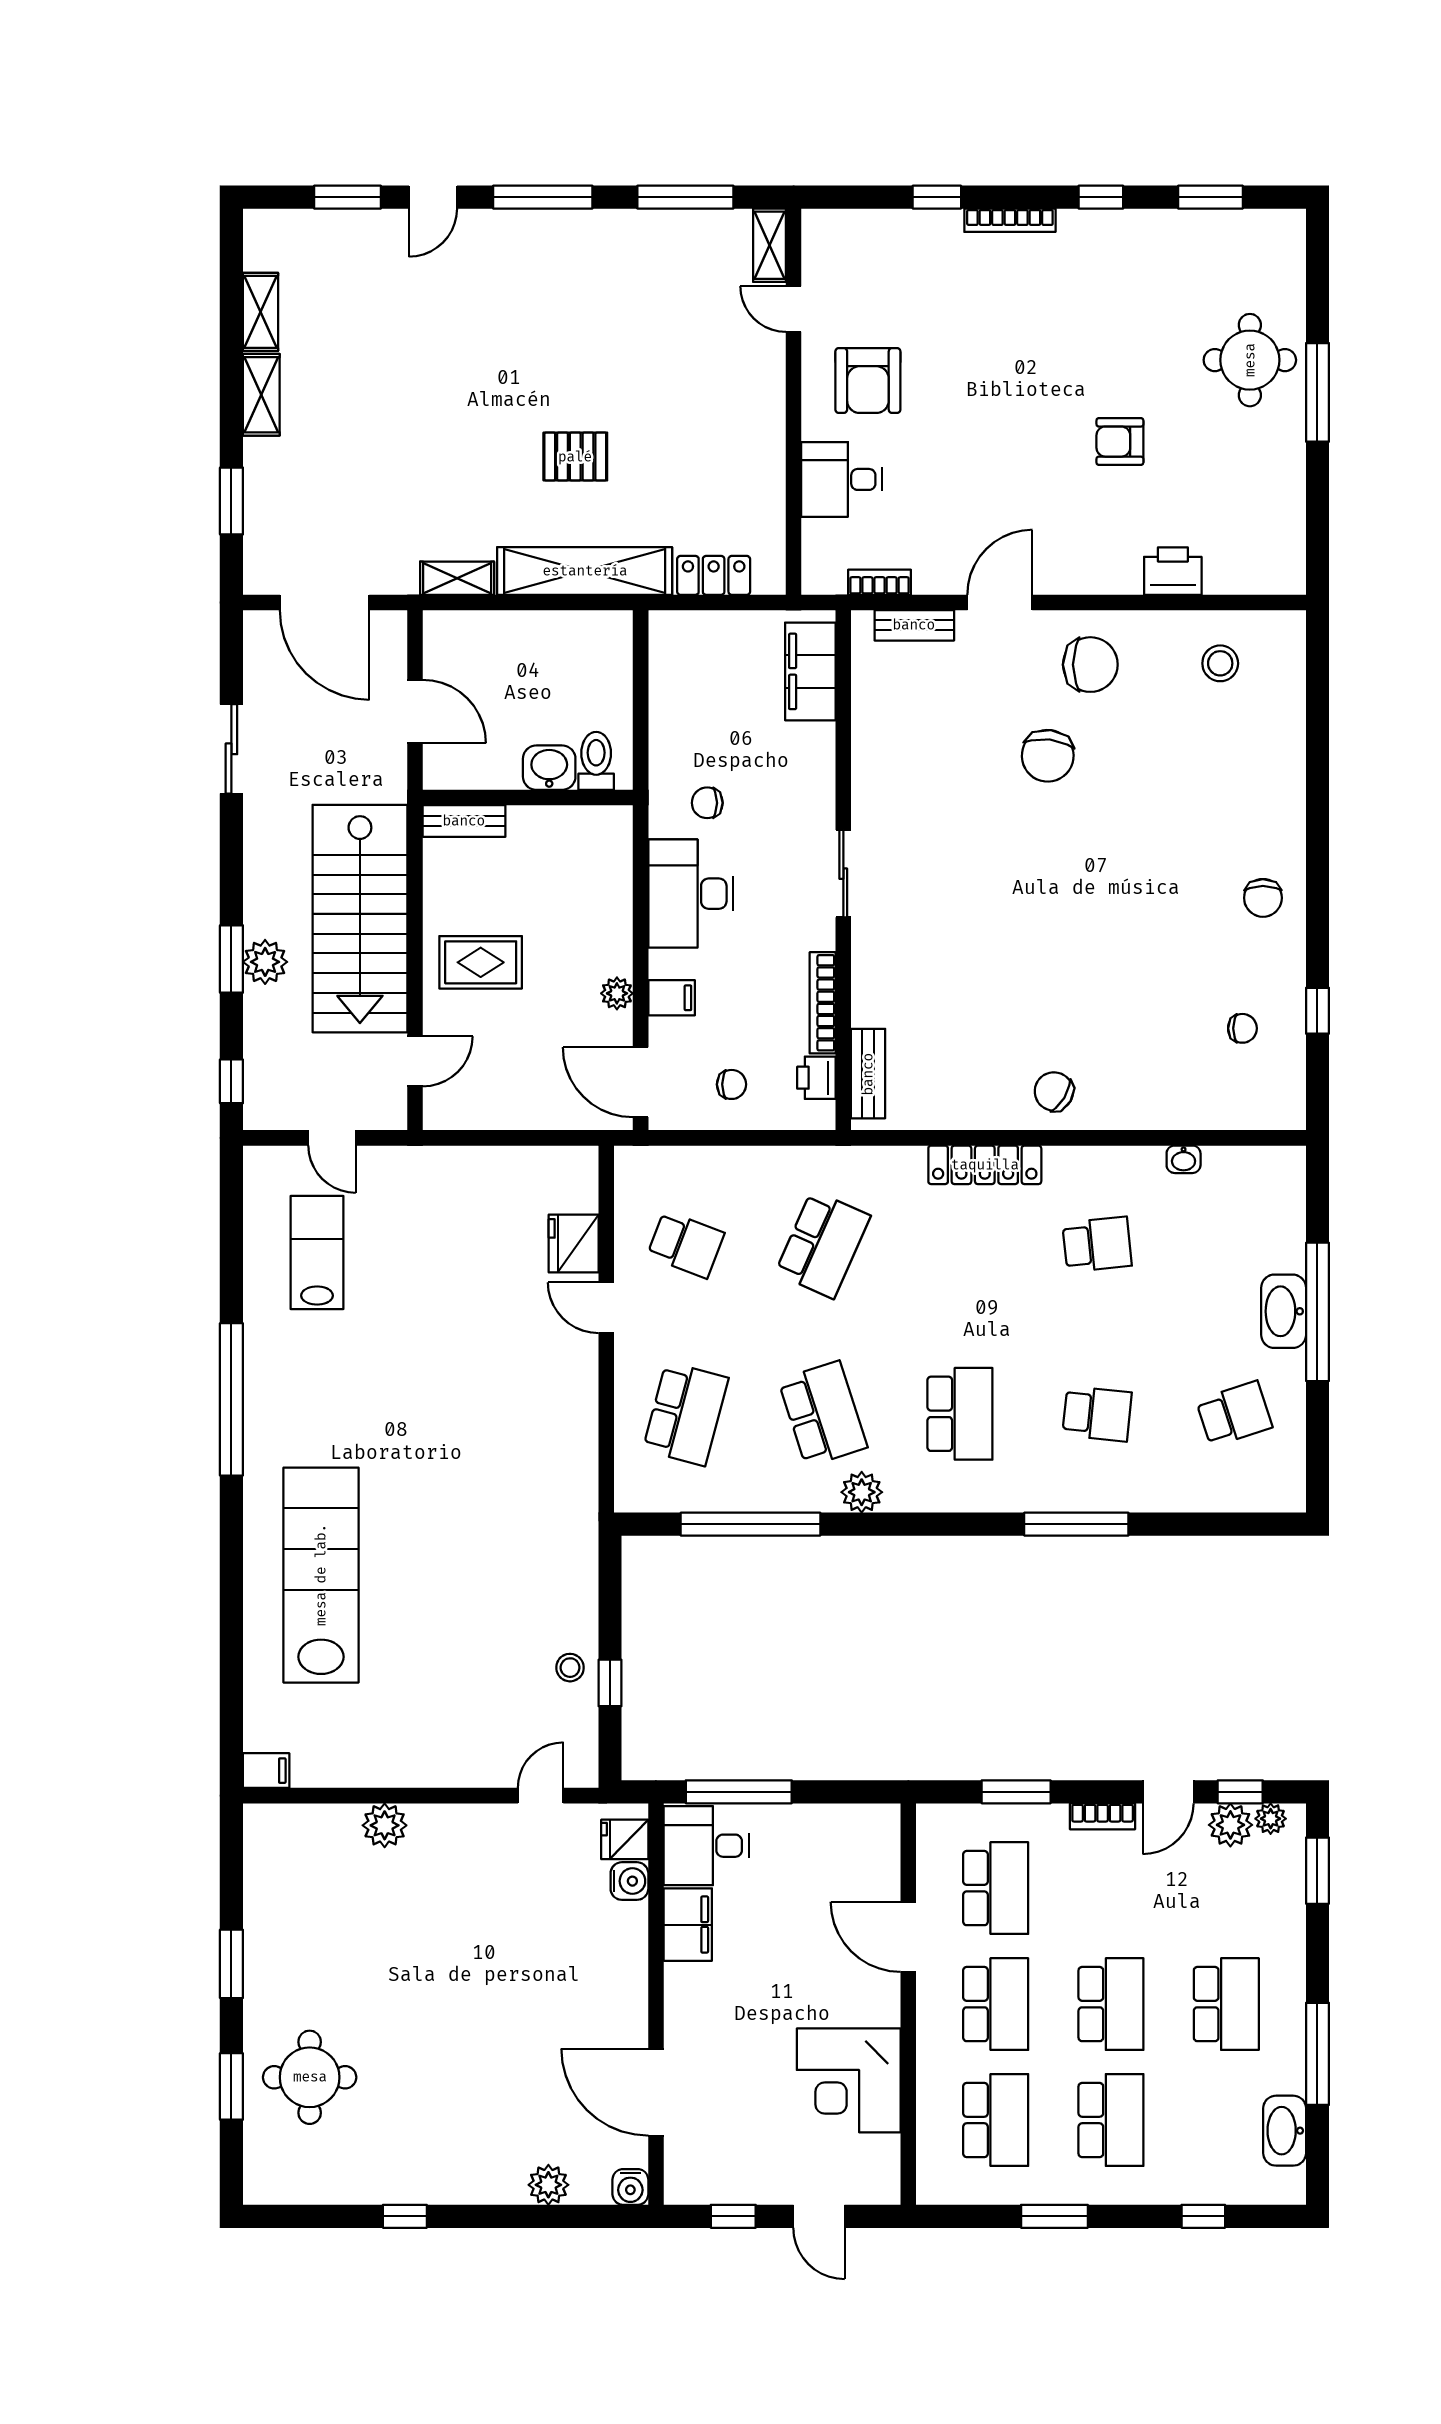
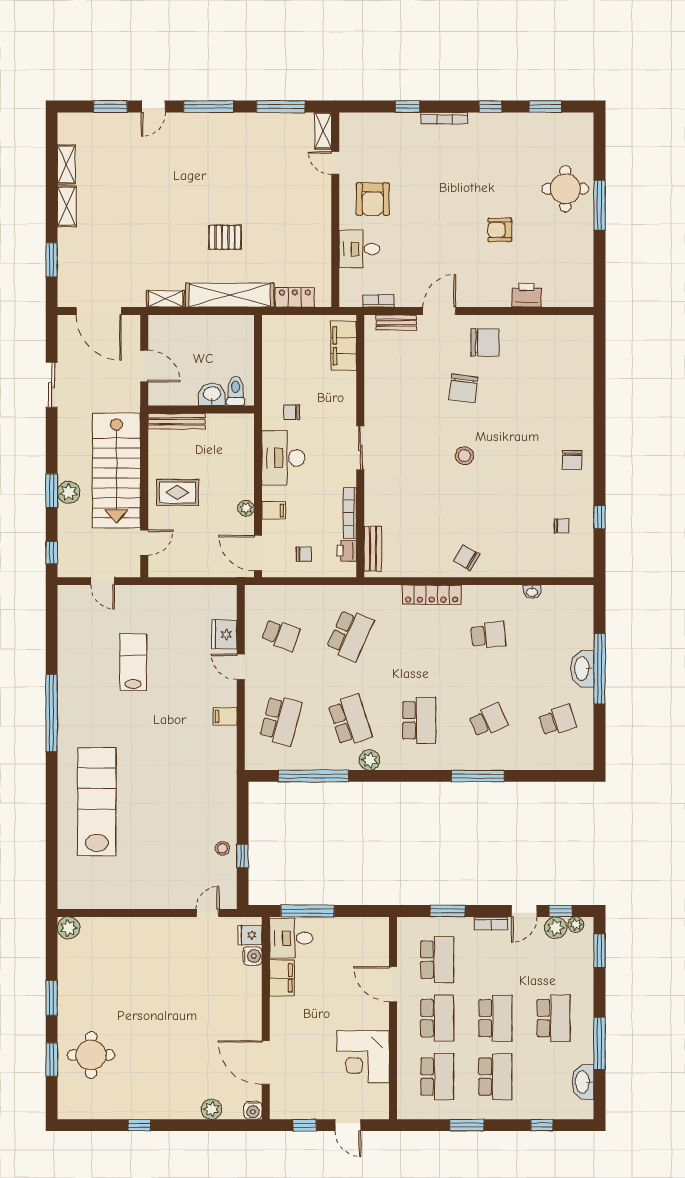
stool: (1220, 663) -> (464, 456), moved
bench: (464, 821) -> (177, 421), width x1.36
lab bench: (317, 1253) -> (133, 662), moved
school desk: (1097, 1414) -> (488, 720), turned -30
filing cabinet: (266, 1771) -> (225, 716), moved, turned 180
plant: (385, 1825) -> (69, 928), moved

